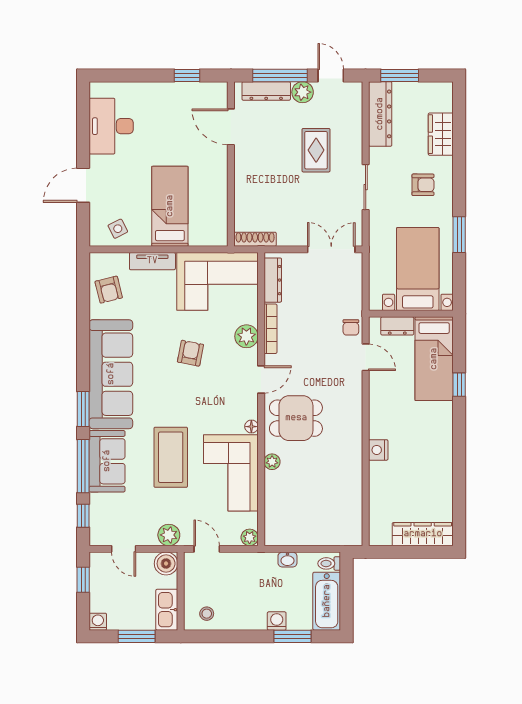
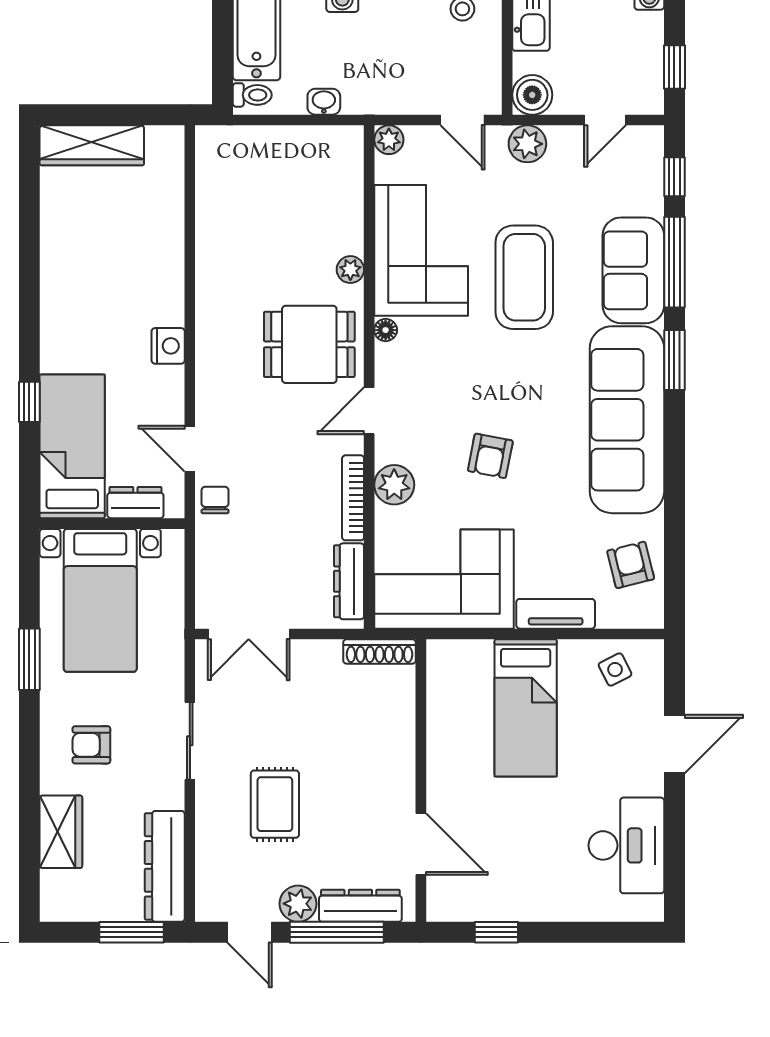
nightstand: (378, 450) -> (168, 346), moved
door: (124, 549) -> (605, 120), swing flipped

